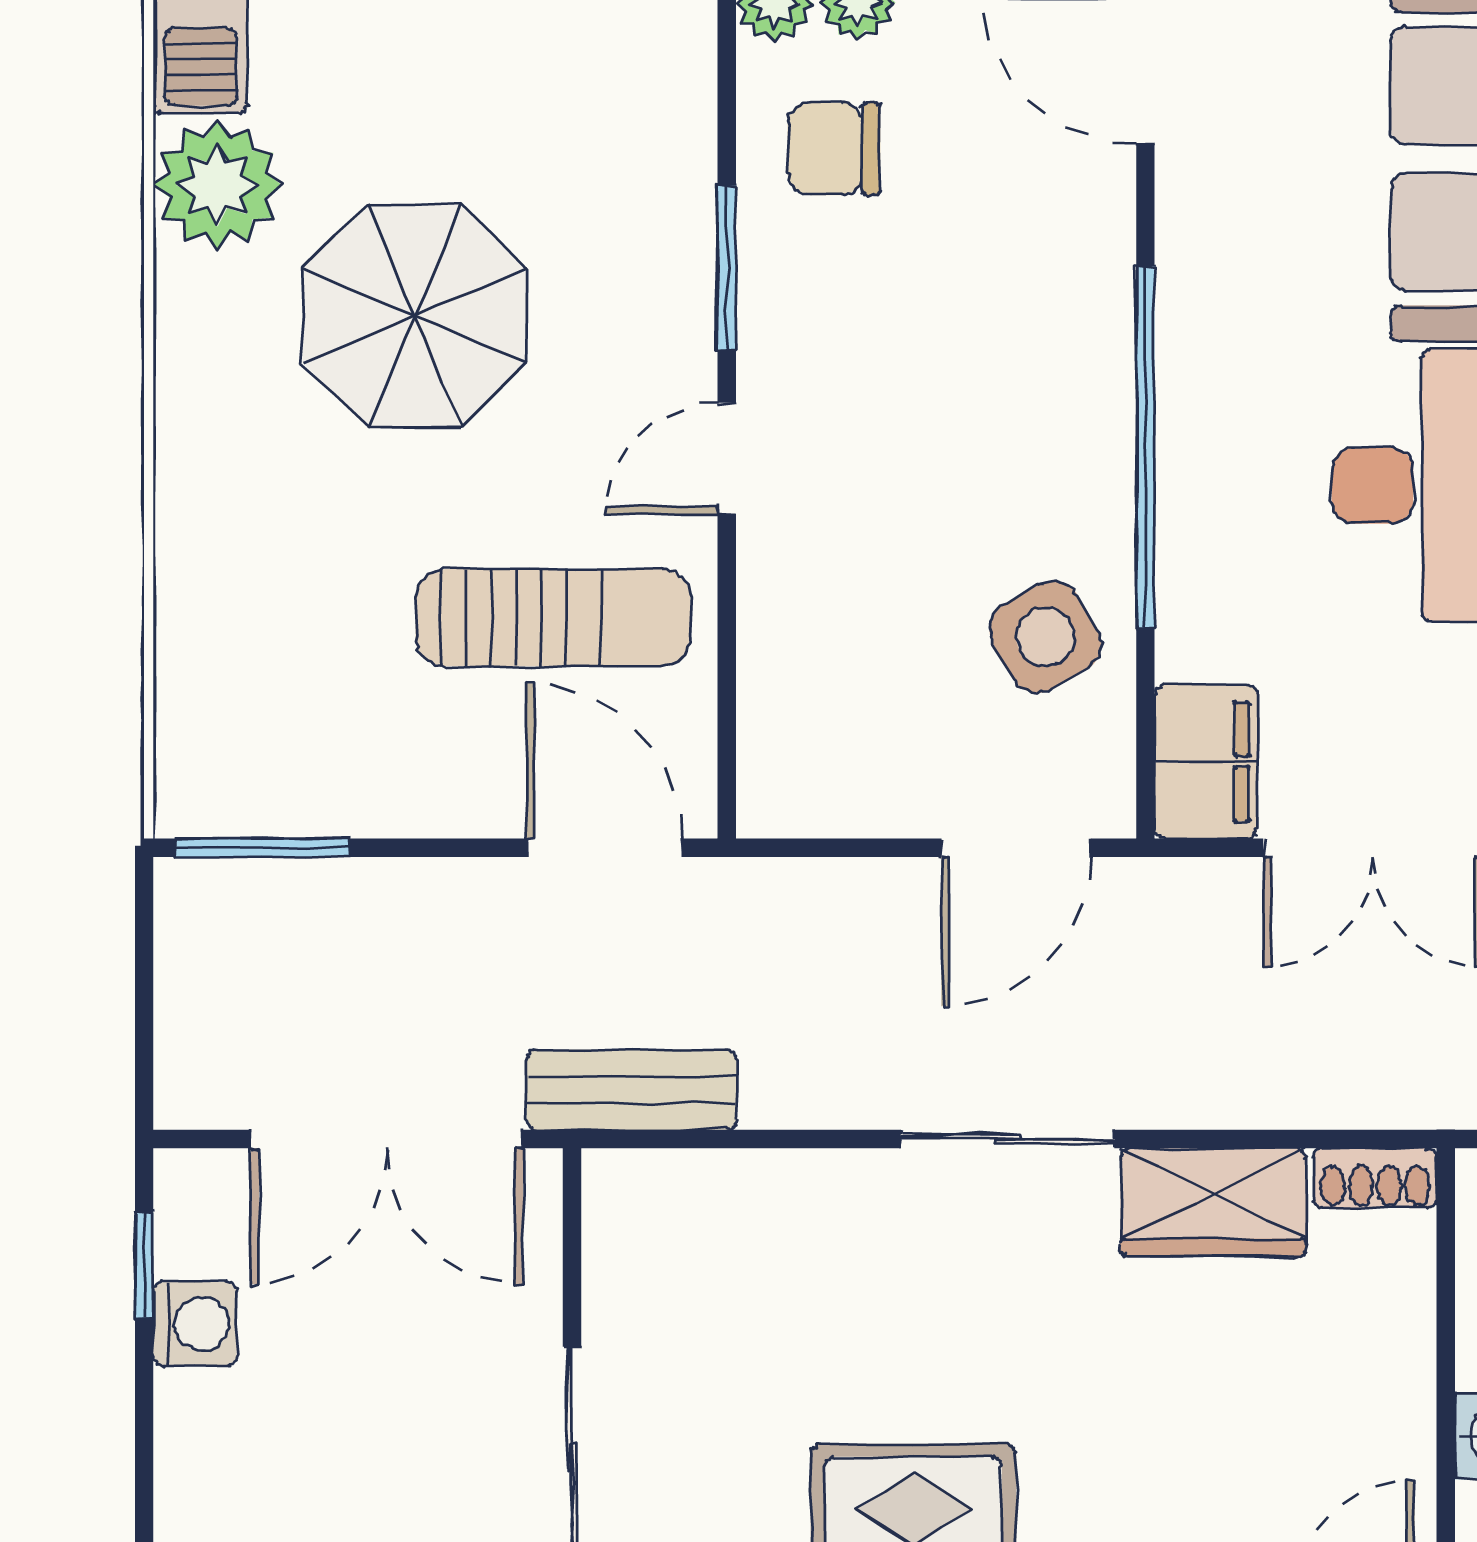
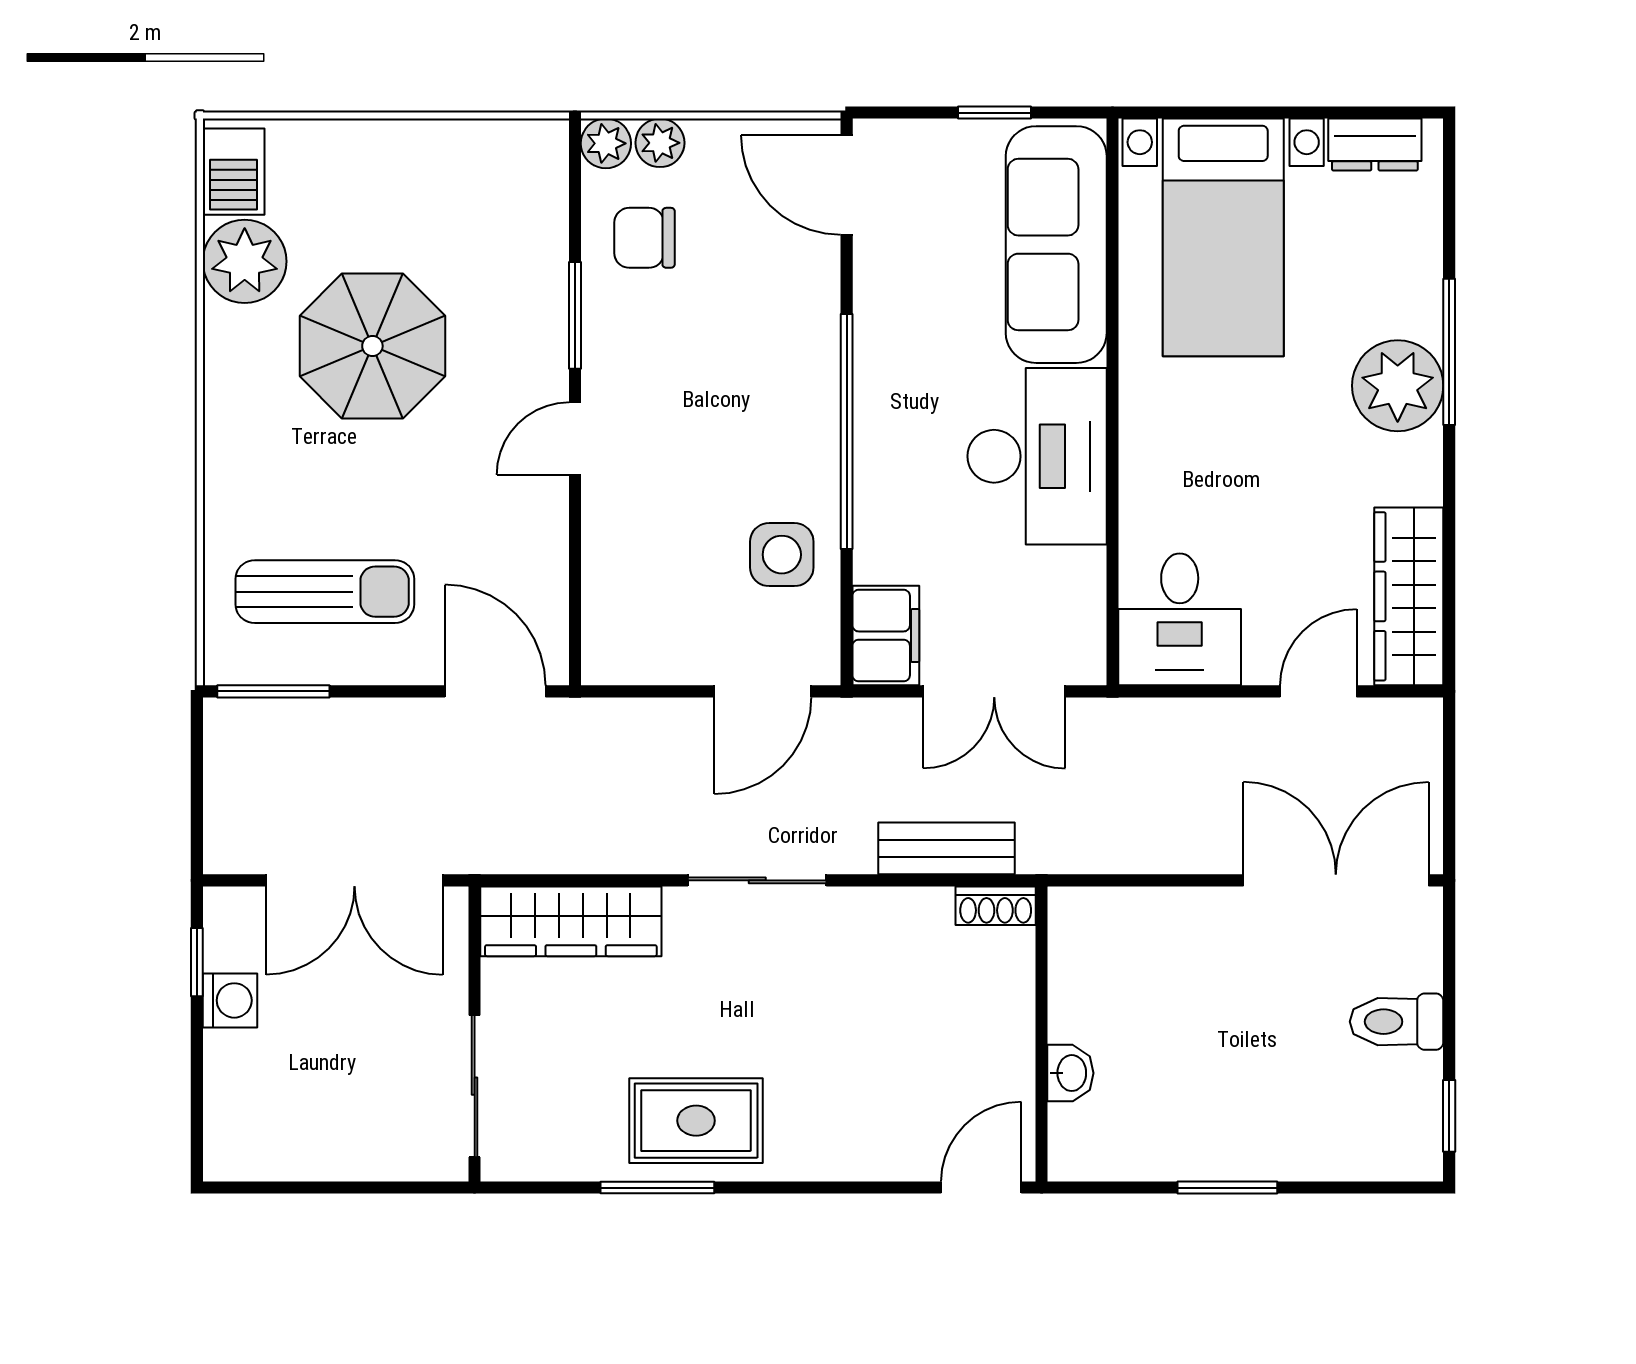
sun lounger: (553, 618) -> (325, 592), moved
side table: (1045, 637) -> (782, 555), turned 30
bench: (632, 1090) -> (946, 848), moved
wardrobe: (1213, 1202) -> (571, 921), moved, width x1.50

